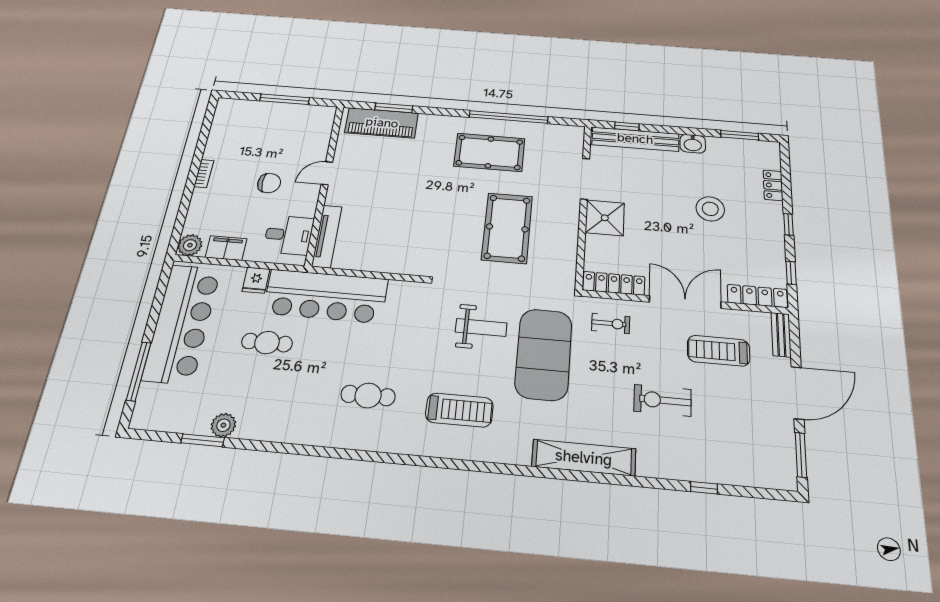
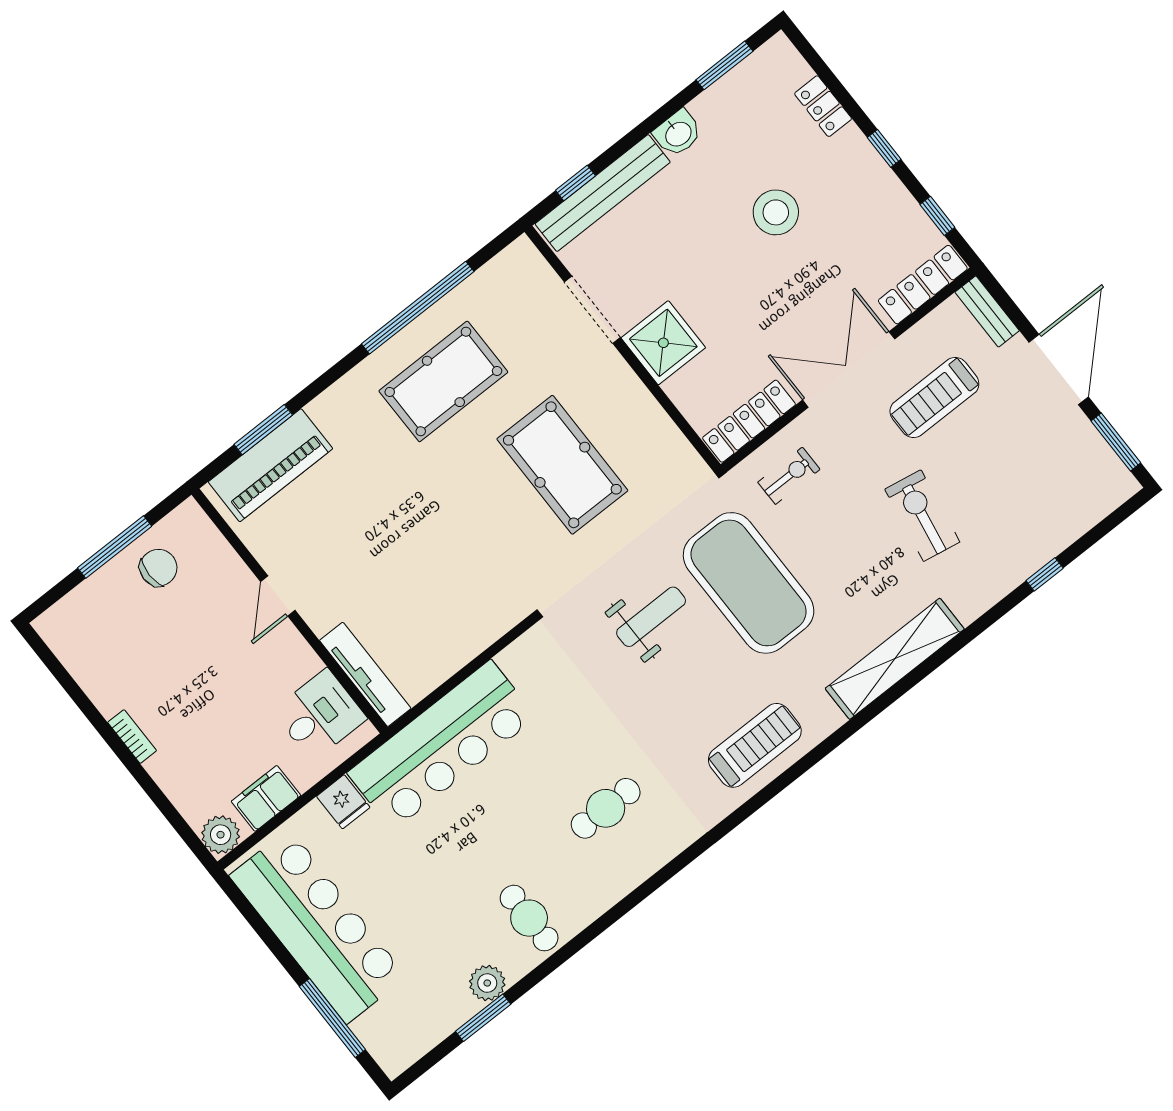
chair: (269, 183) -> (158, 568), moved
cafe table: (267, 343) -> (529, 918), moved, turned 90
exercise bike: (662, 400) -> (922, 516), turned 100
treadmill: (459, 410) -> (755, 745), moved

